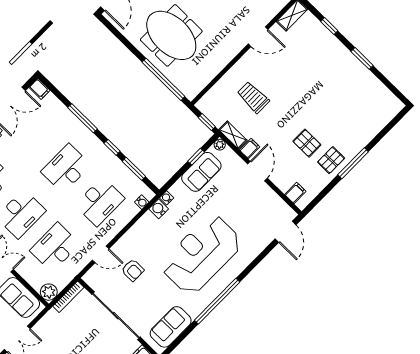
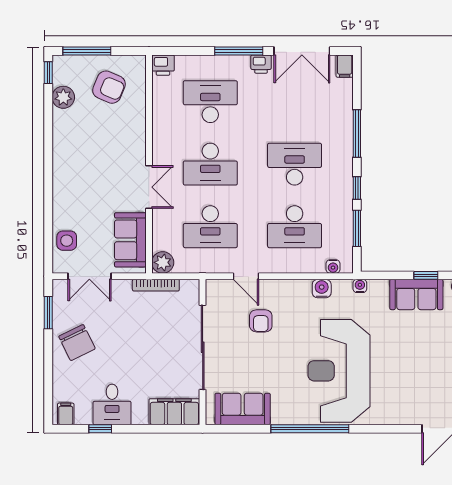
water cooler: (159, 209) -> (322, 289), moved
desk: (55, 247) -> (210, 227), turned 180
reception desk: (201, 254) -> (339, 371), turned -90
bookcase: (68, 297) -> (156, 285), moved

